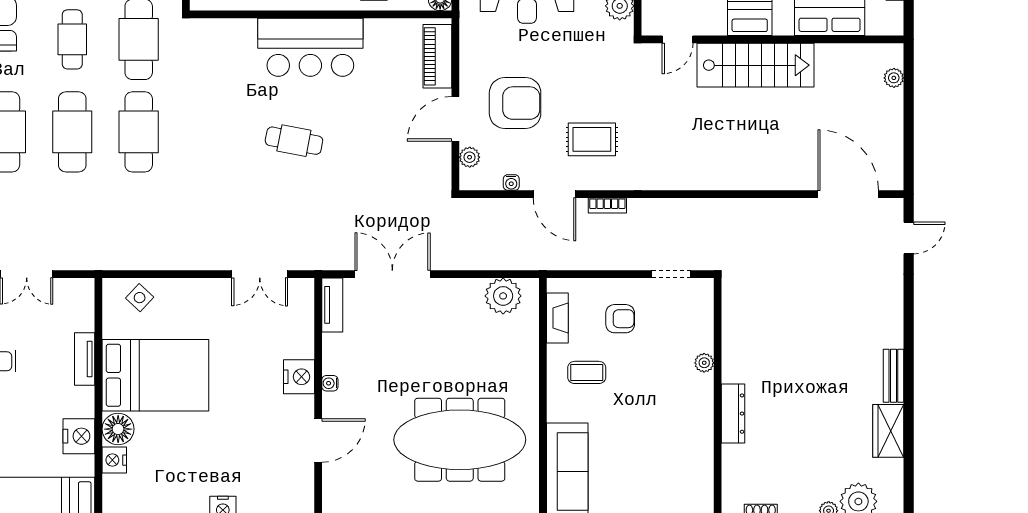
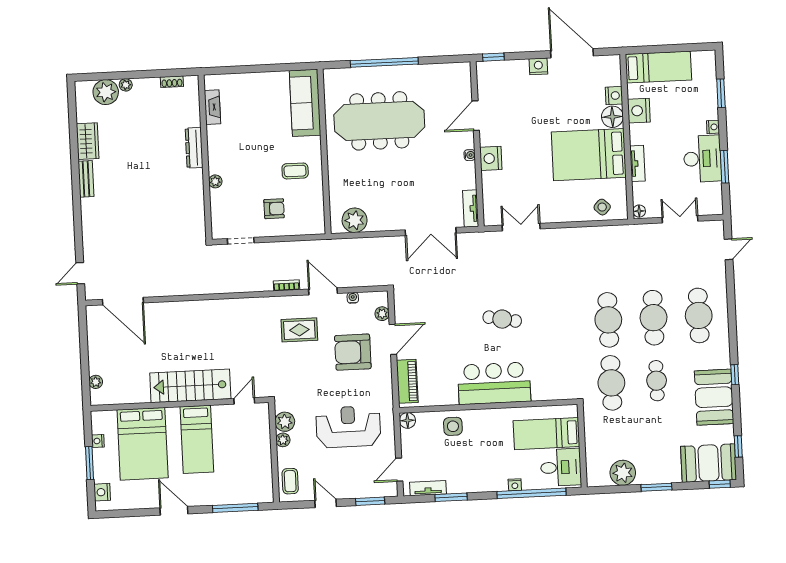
floor lamp: (86, 289) -> (639, 211), added
fireplace: (557, 318) -> (212, 107), moved, turned 180
armchair: (620, 319) -> (274, 209), turned 180

